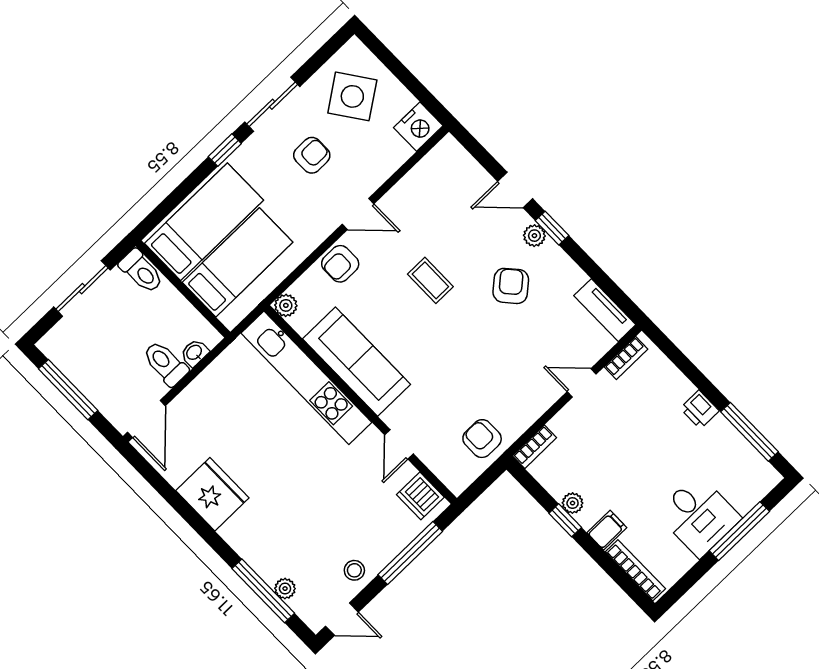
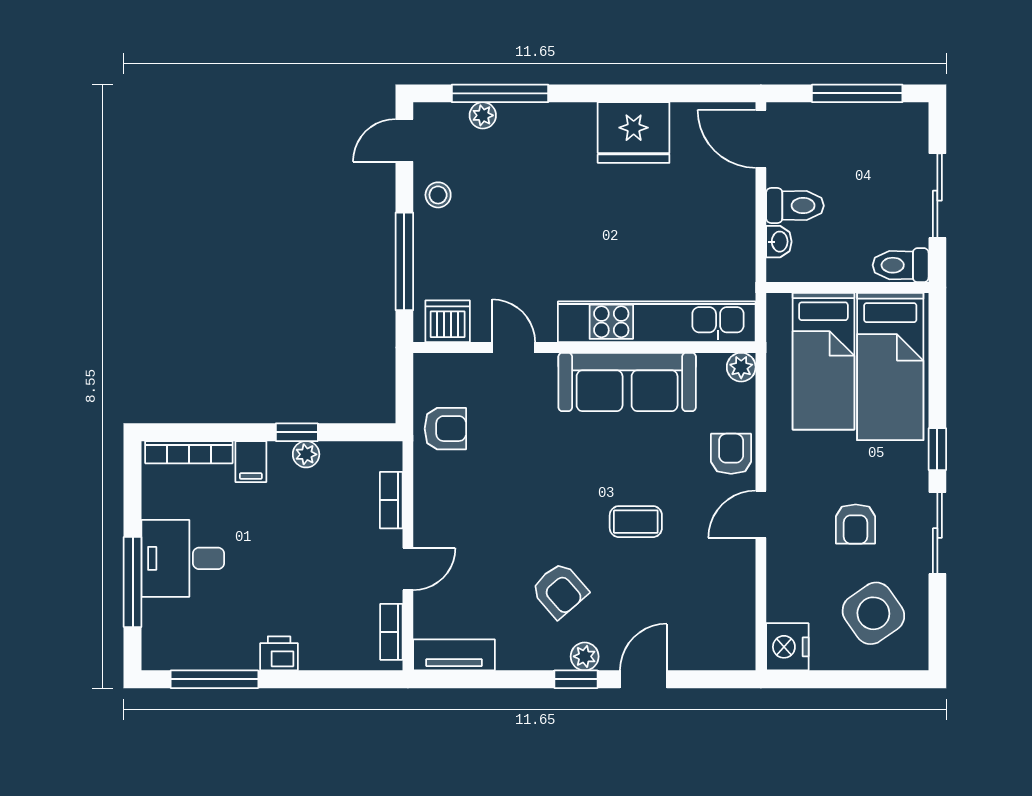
bookcase: (535, 447) -> (391, 500), moved

